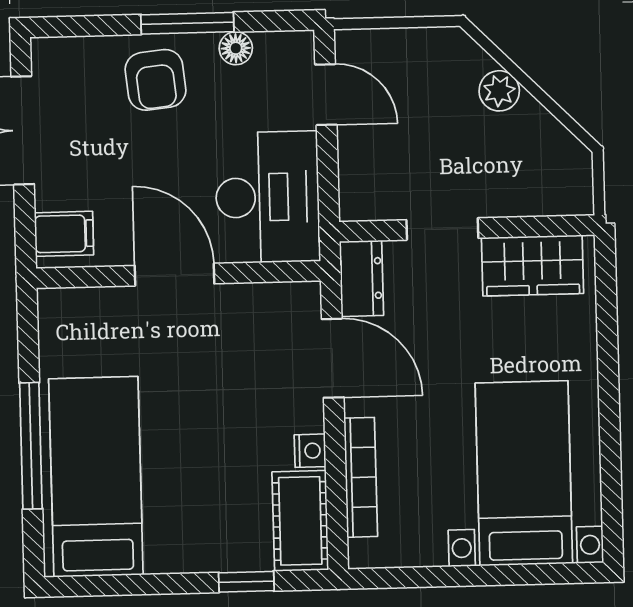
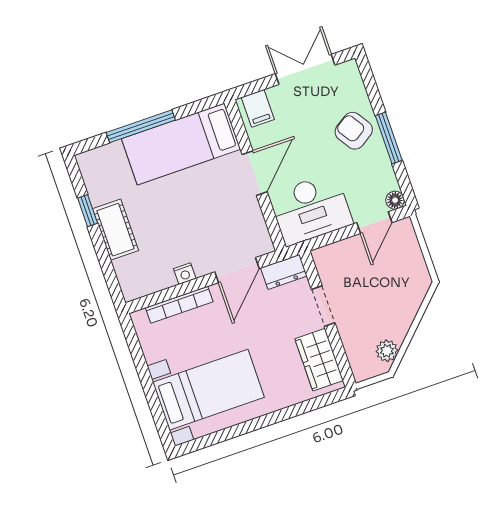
floor lamp: (236, 48) -> (395, 200), moved
armchair: (155, 80) -> (354, 131), turned 63
plant: (499, 91) -> (387, 351), moved
bed: (96, 477) -> (181, 144), moved, turned 180
cot: (300, 521) -> (116, 230), moved, turned 90
window: (246, 582) -> (88, 211), moved

